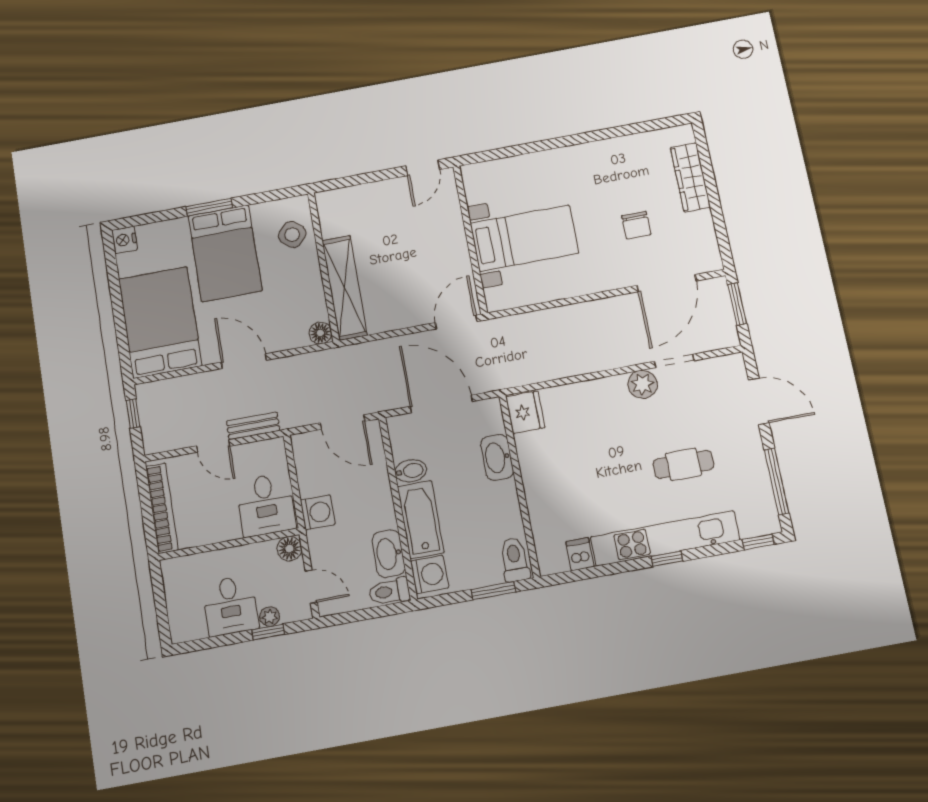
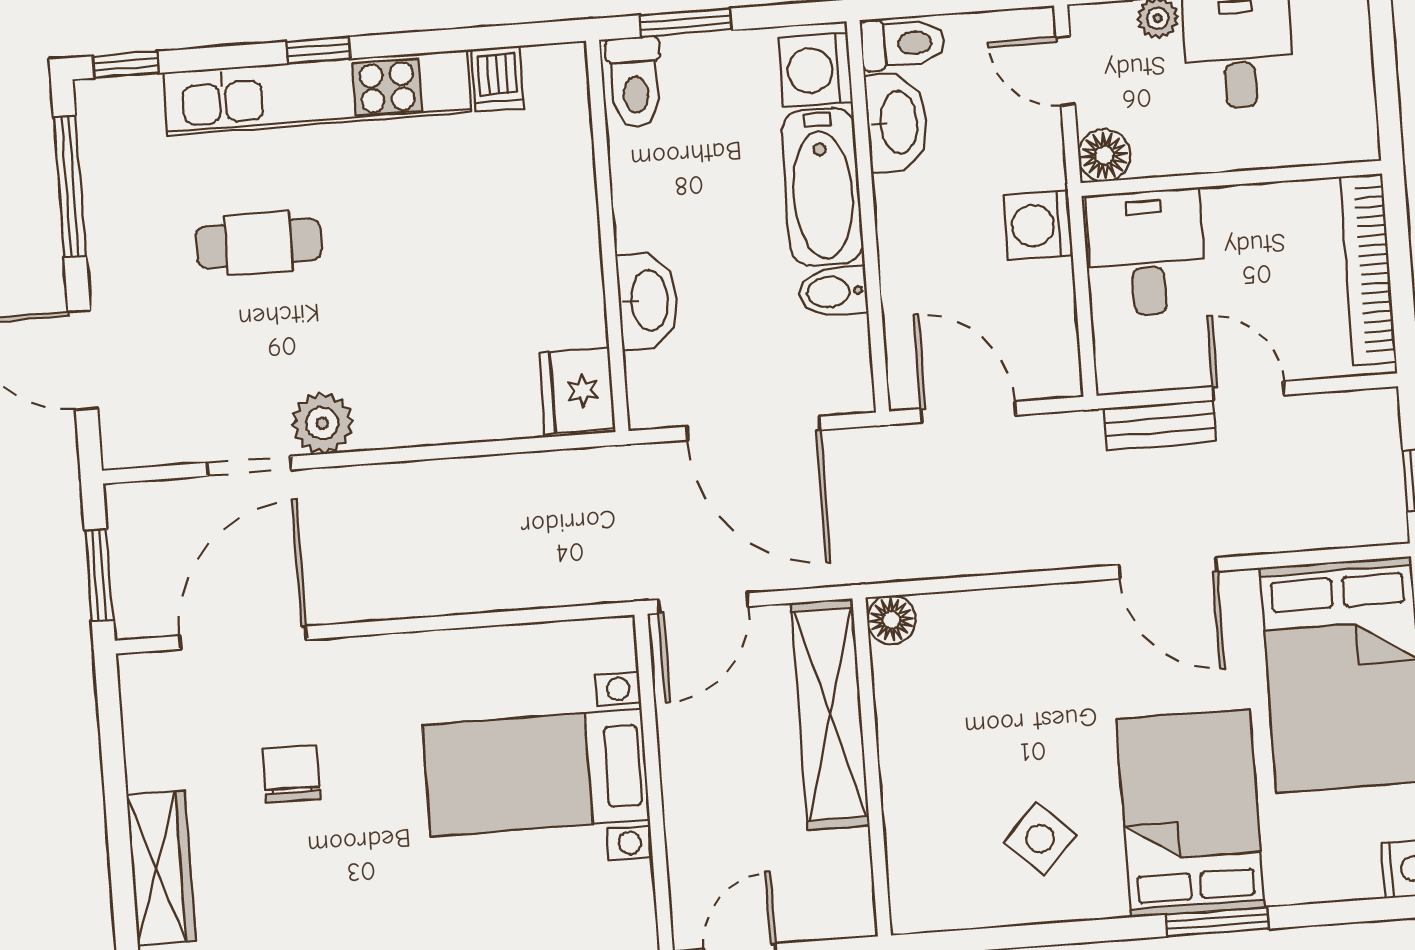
wall: (323, 266) -> (872, 767), moved
shelving: (345, 288) -> (830, 714), moved
floor lamp: (320, 333) -> (891, 620), moved

